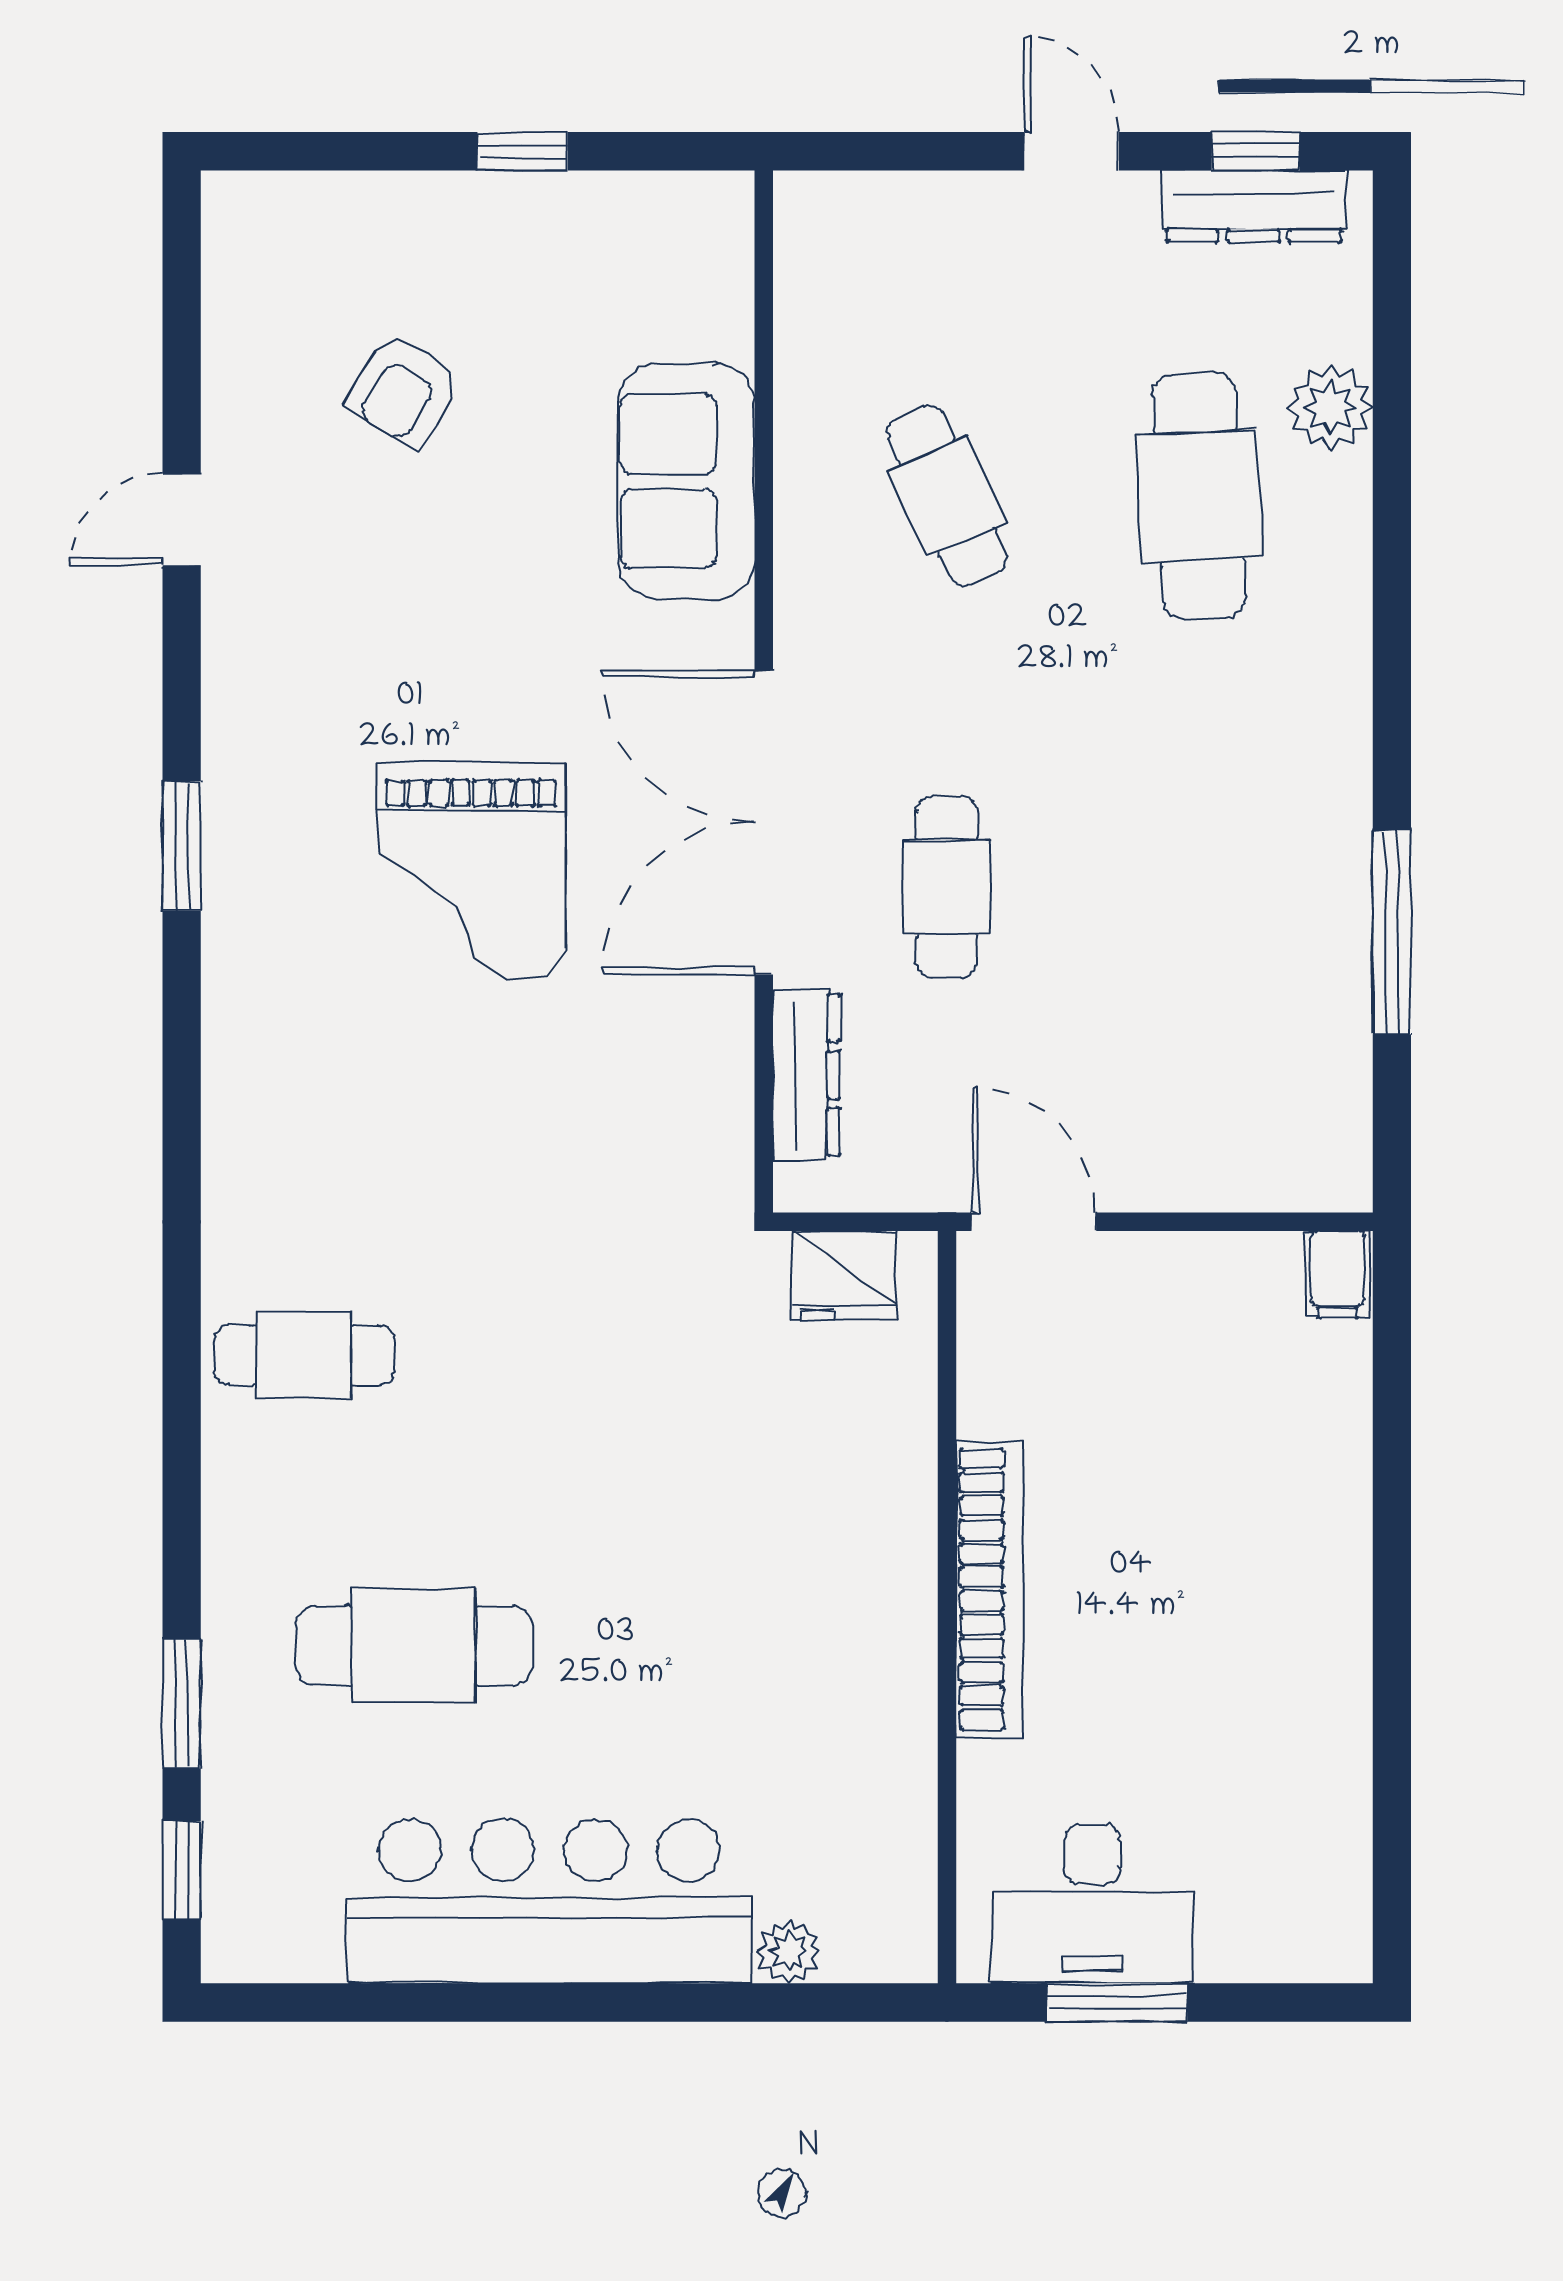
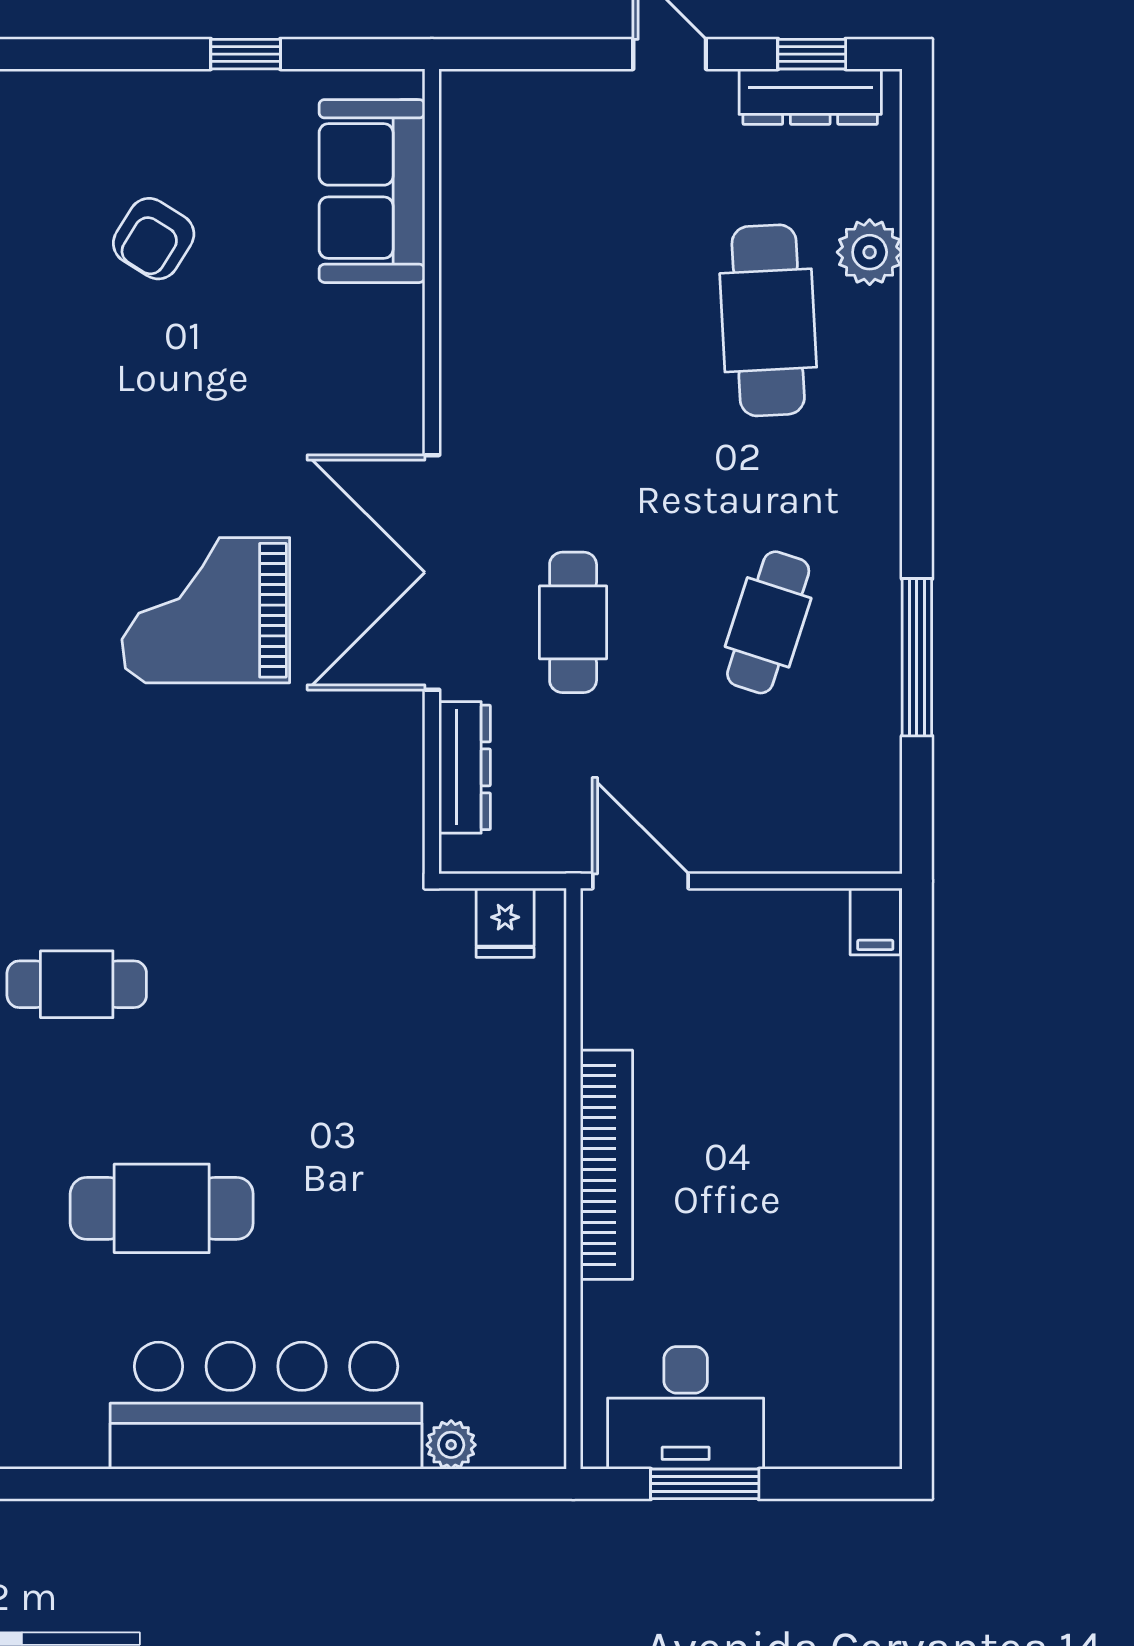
sofa: (686, 482) -> (372, 191), moved
cafe table: (947, 496) -> (768, 622), moved, turned 42
grand piano: (471, 871) -> (206, 610), turned 90
fridge: (844, 1276) -> (505, 923), width x0.72

